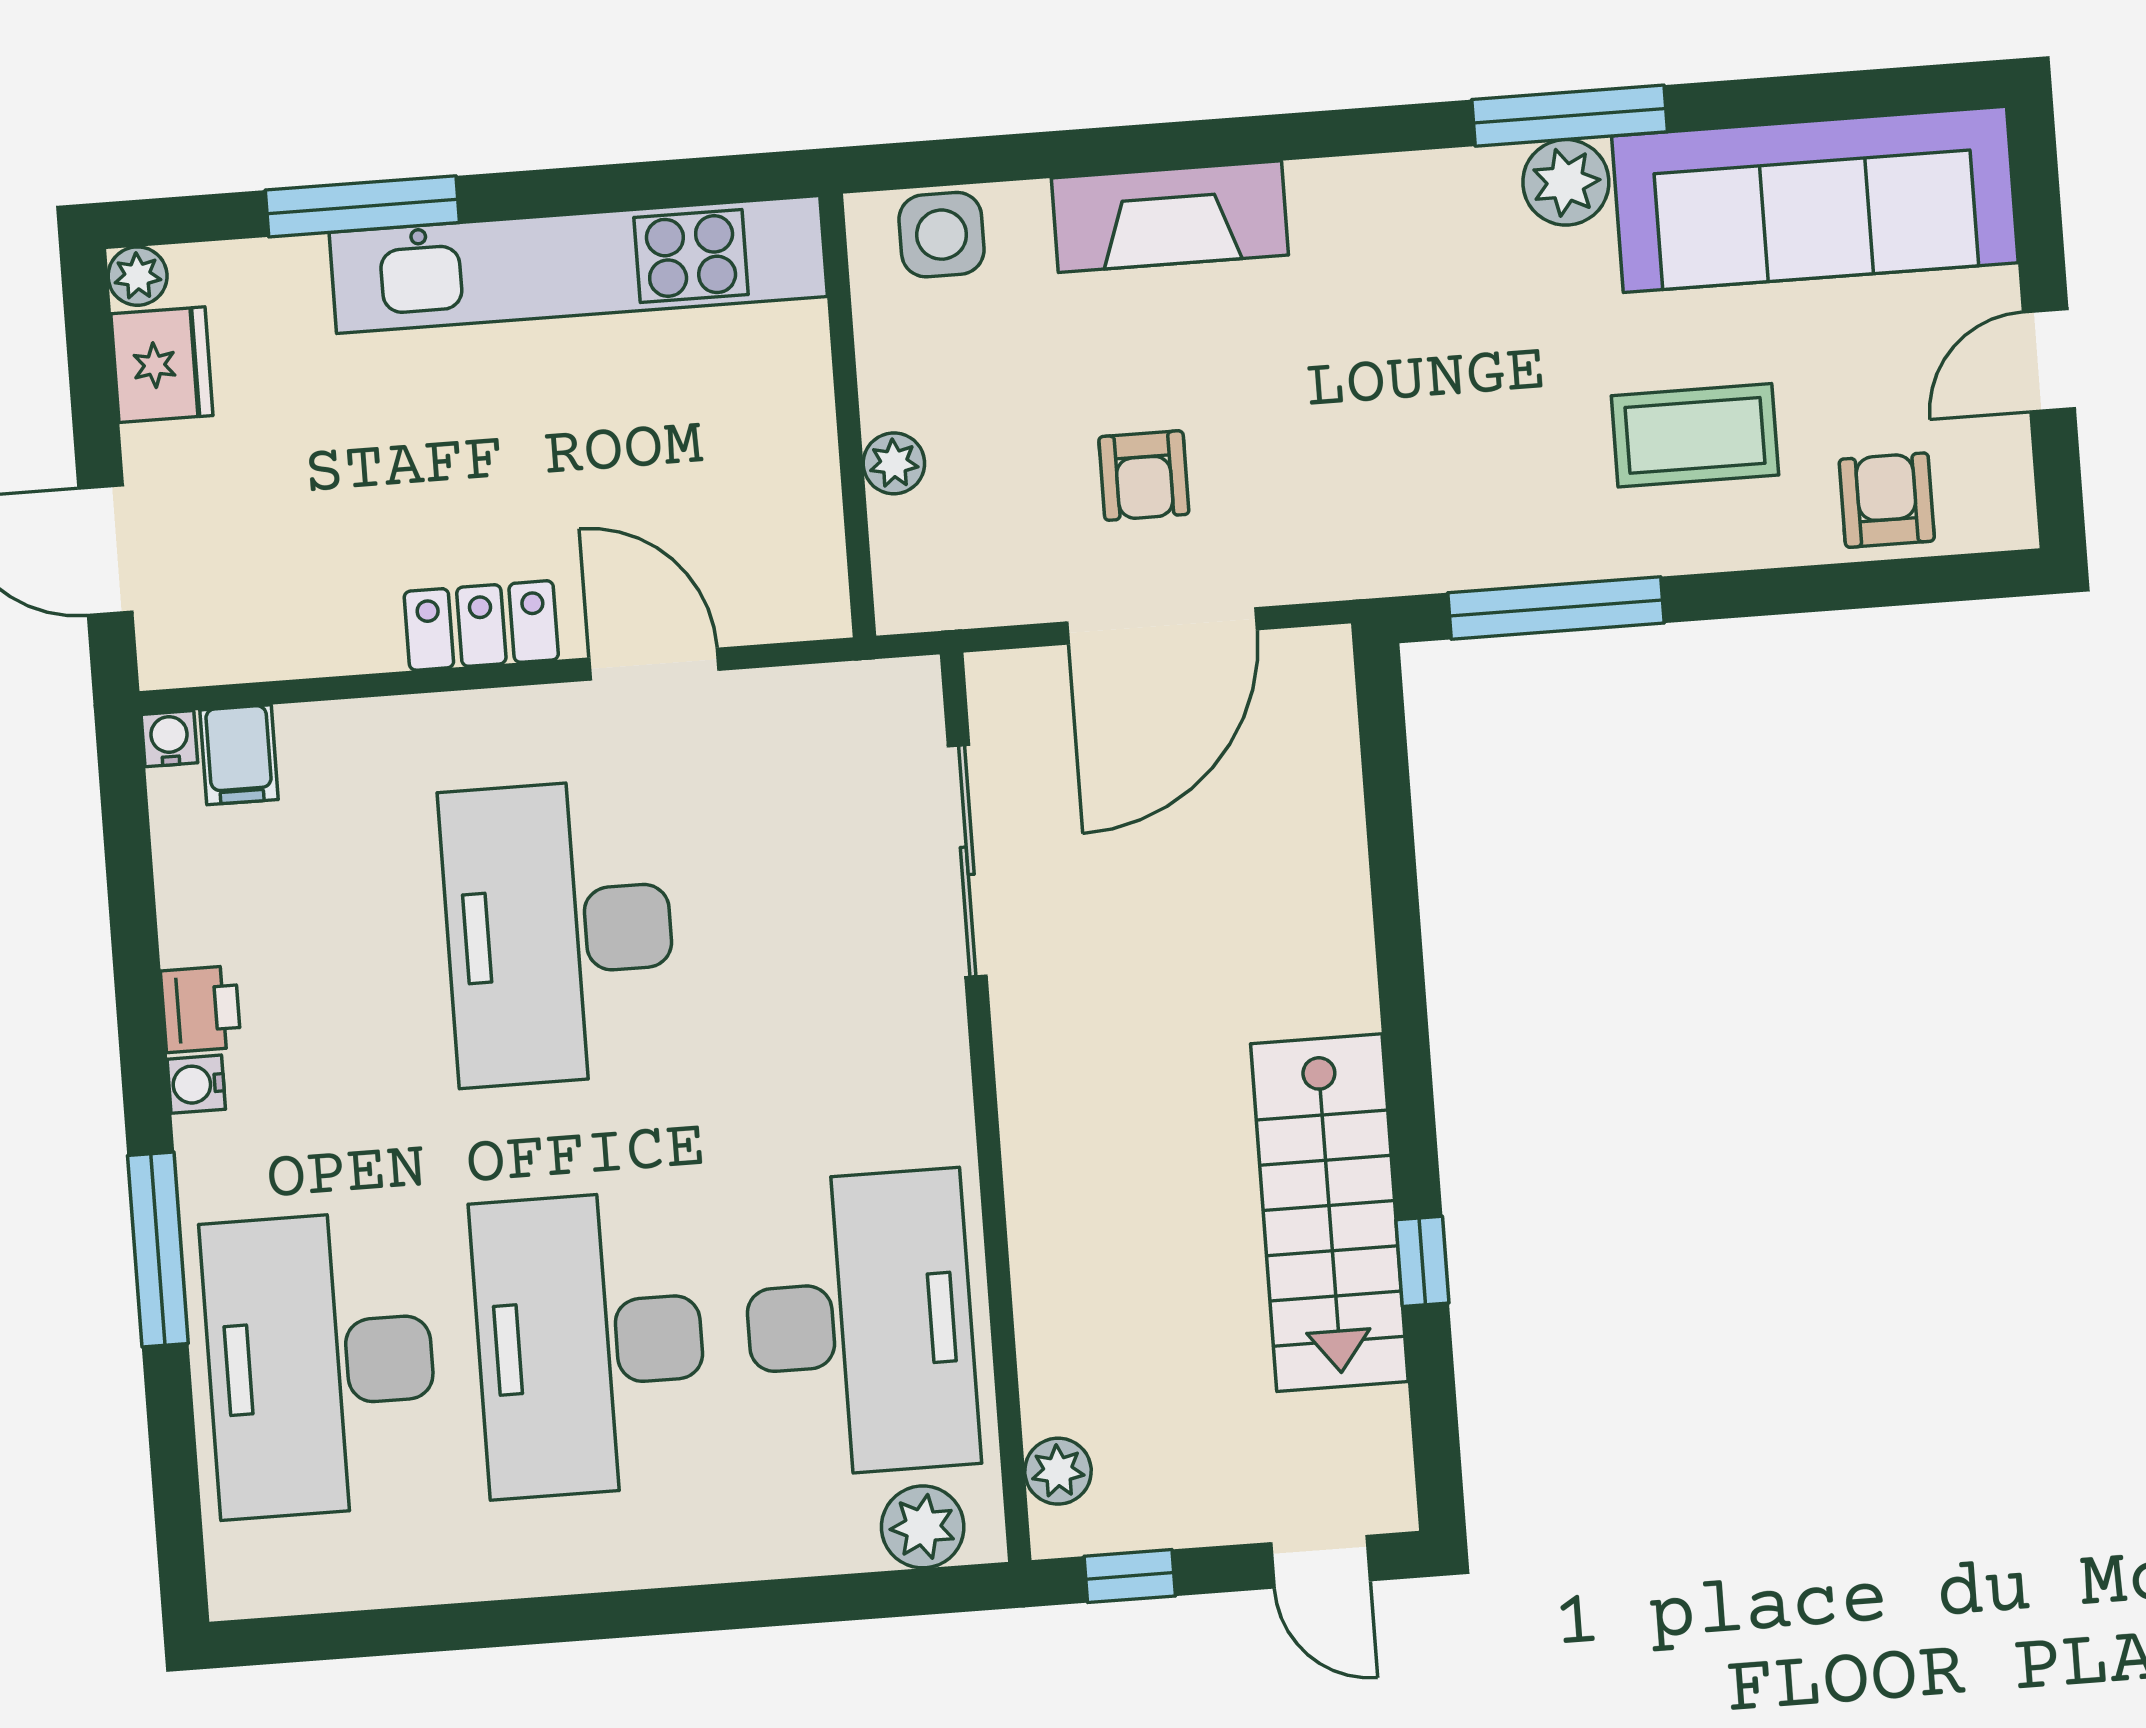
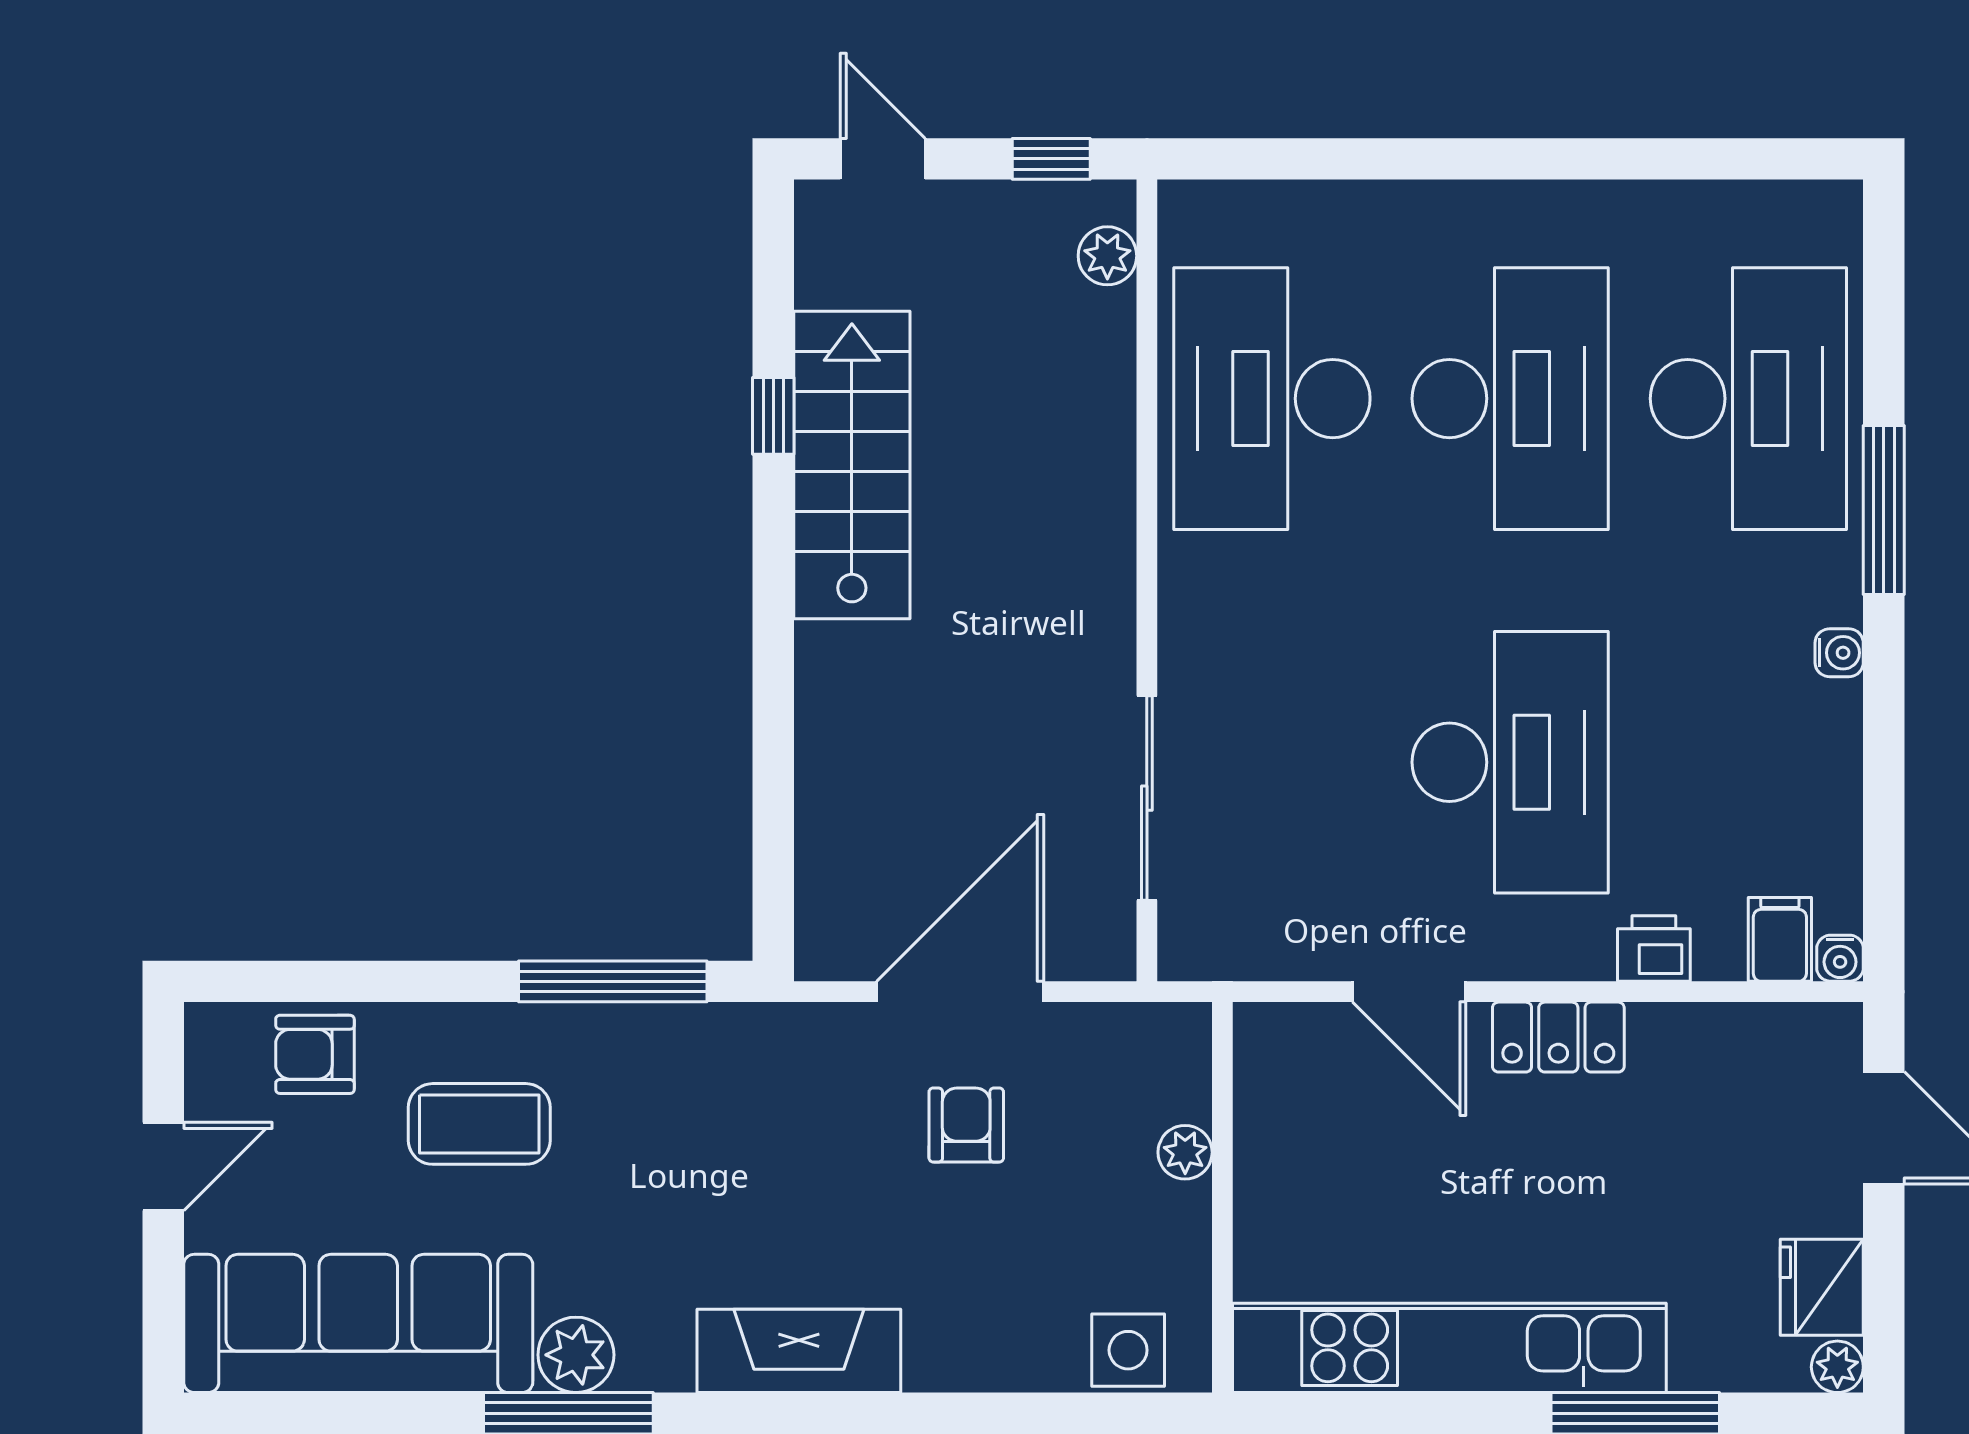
fireplace: (1170, 217) -> (799, 1351), moved
armchair: (1887, 500) -> (315, 1054), turned 90
printer: (201, 1009) -> (1654, 948), moved, turned 90
plant: (923, 1527) -> (1230, 216), removed

